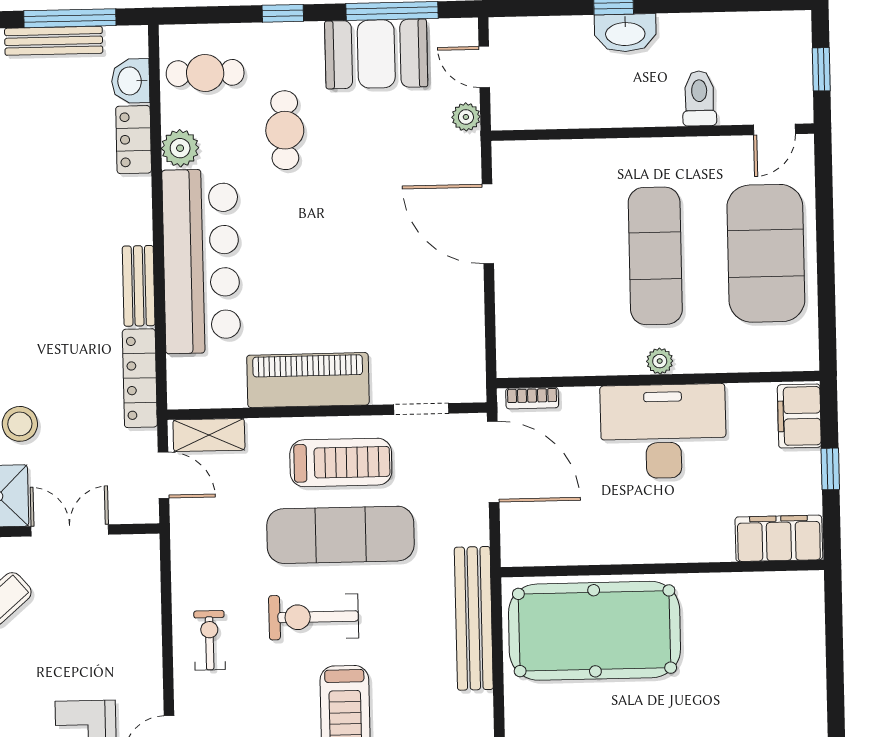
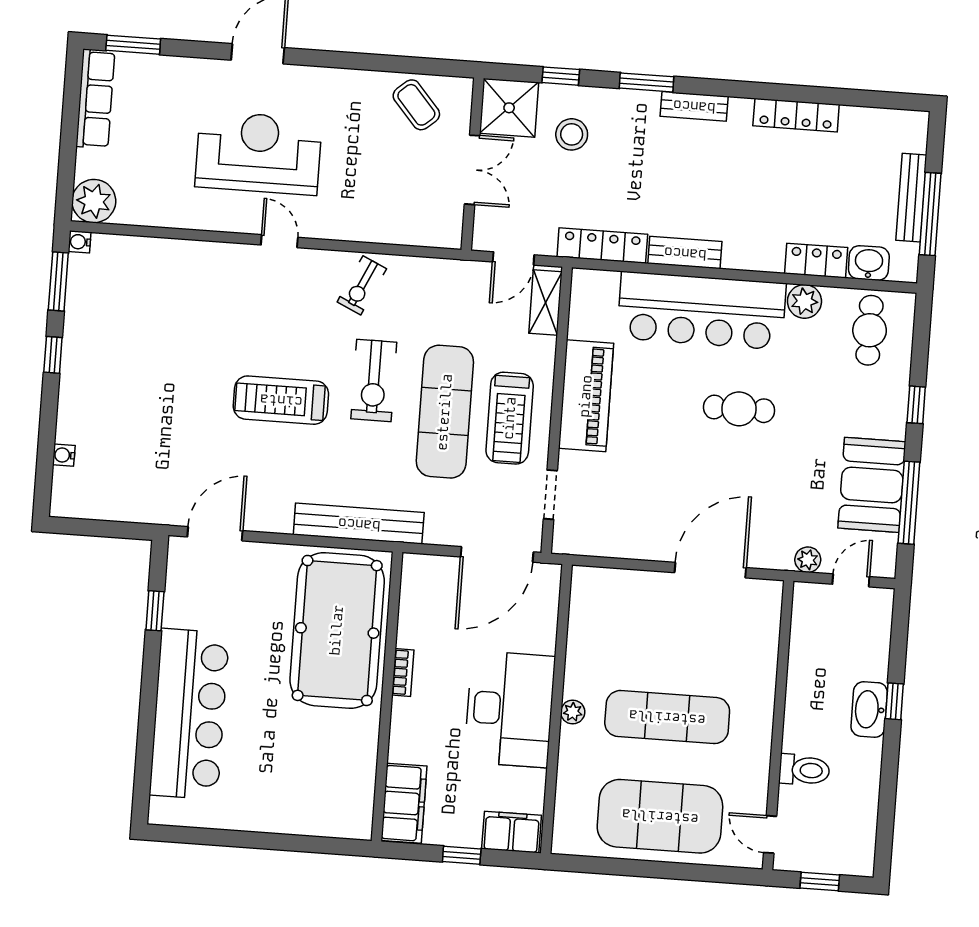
cafe table: (285, 130) -> (739, 409), moved
bookcase: (532, 398) -> (403, 673), moved, turned 180
exercise bike: (314, 617) -> (374, 380), turned 180
exercise bike: (210, 640) -> (362, 285), turned 115

